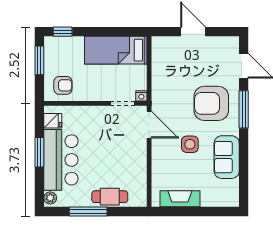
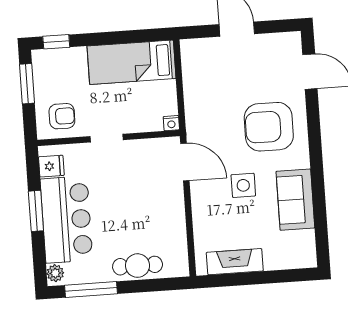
doorway: (122, 103) -> (107, 138), moved
window: (244, 109) -> (314, 132), removed
window: (88, 211) -> (91, 289), moved

